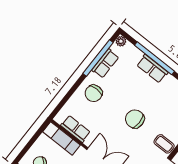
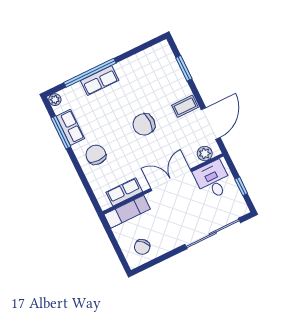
window: (98, 58) -> (61, 132), width x0.68
chair: (94, 93) -> (96, 155), turned 180

